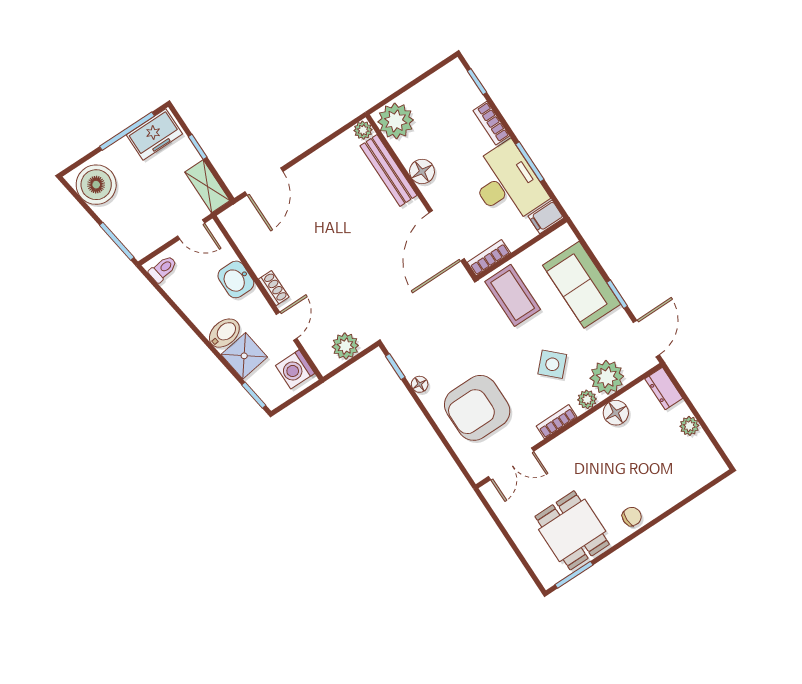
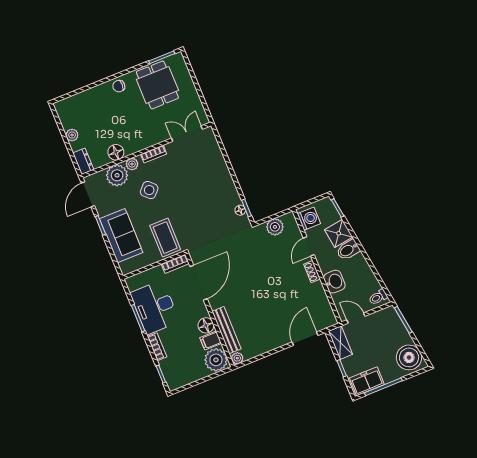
filing cabinet: (546, 217) -> (211, 341), moved, turned 180
floor lamp: (420, 384) -> (240, 210), moved
armchair: (477, 408) -> (201, 172), removed

